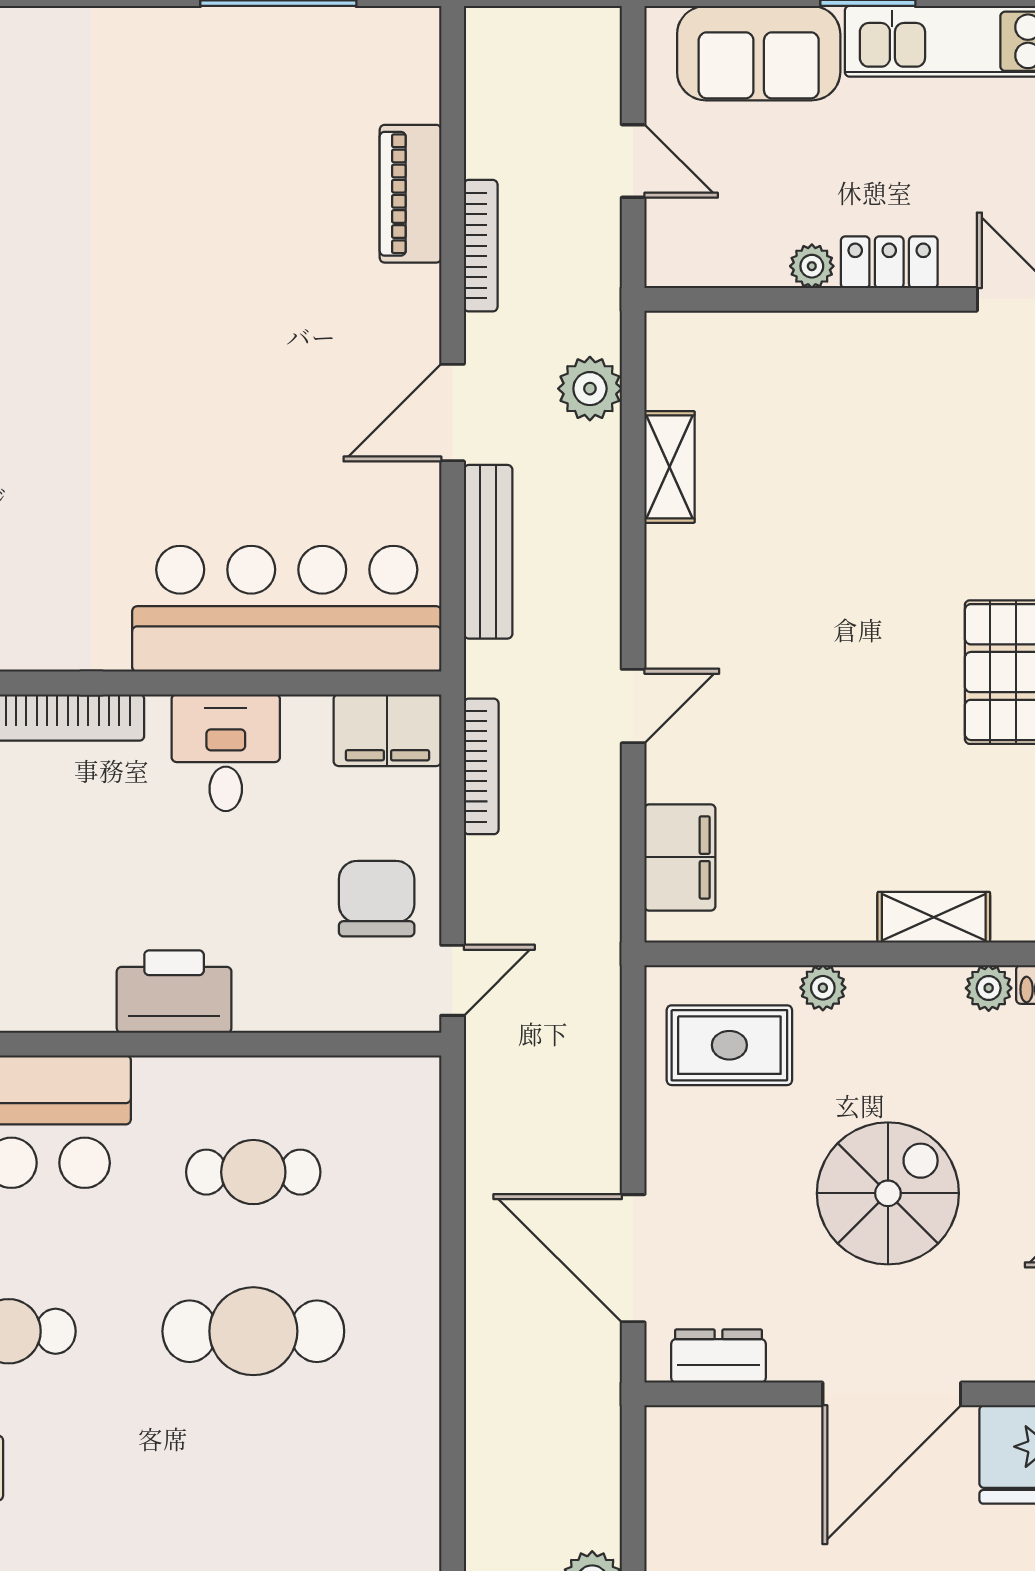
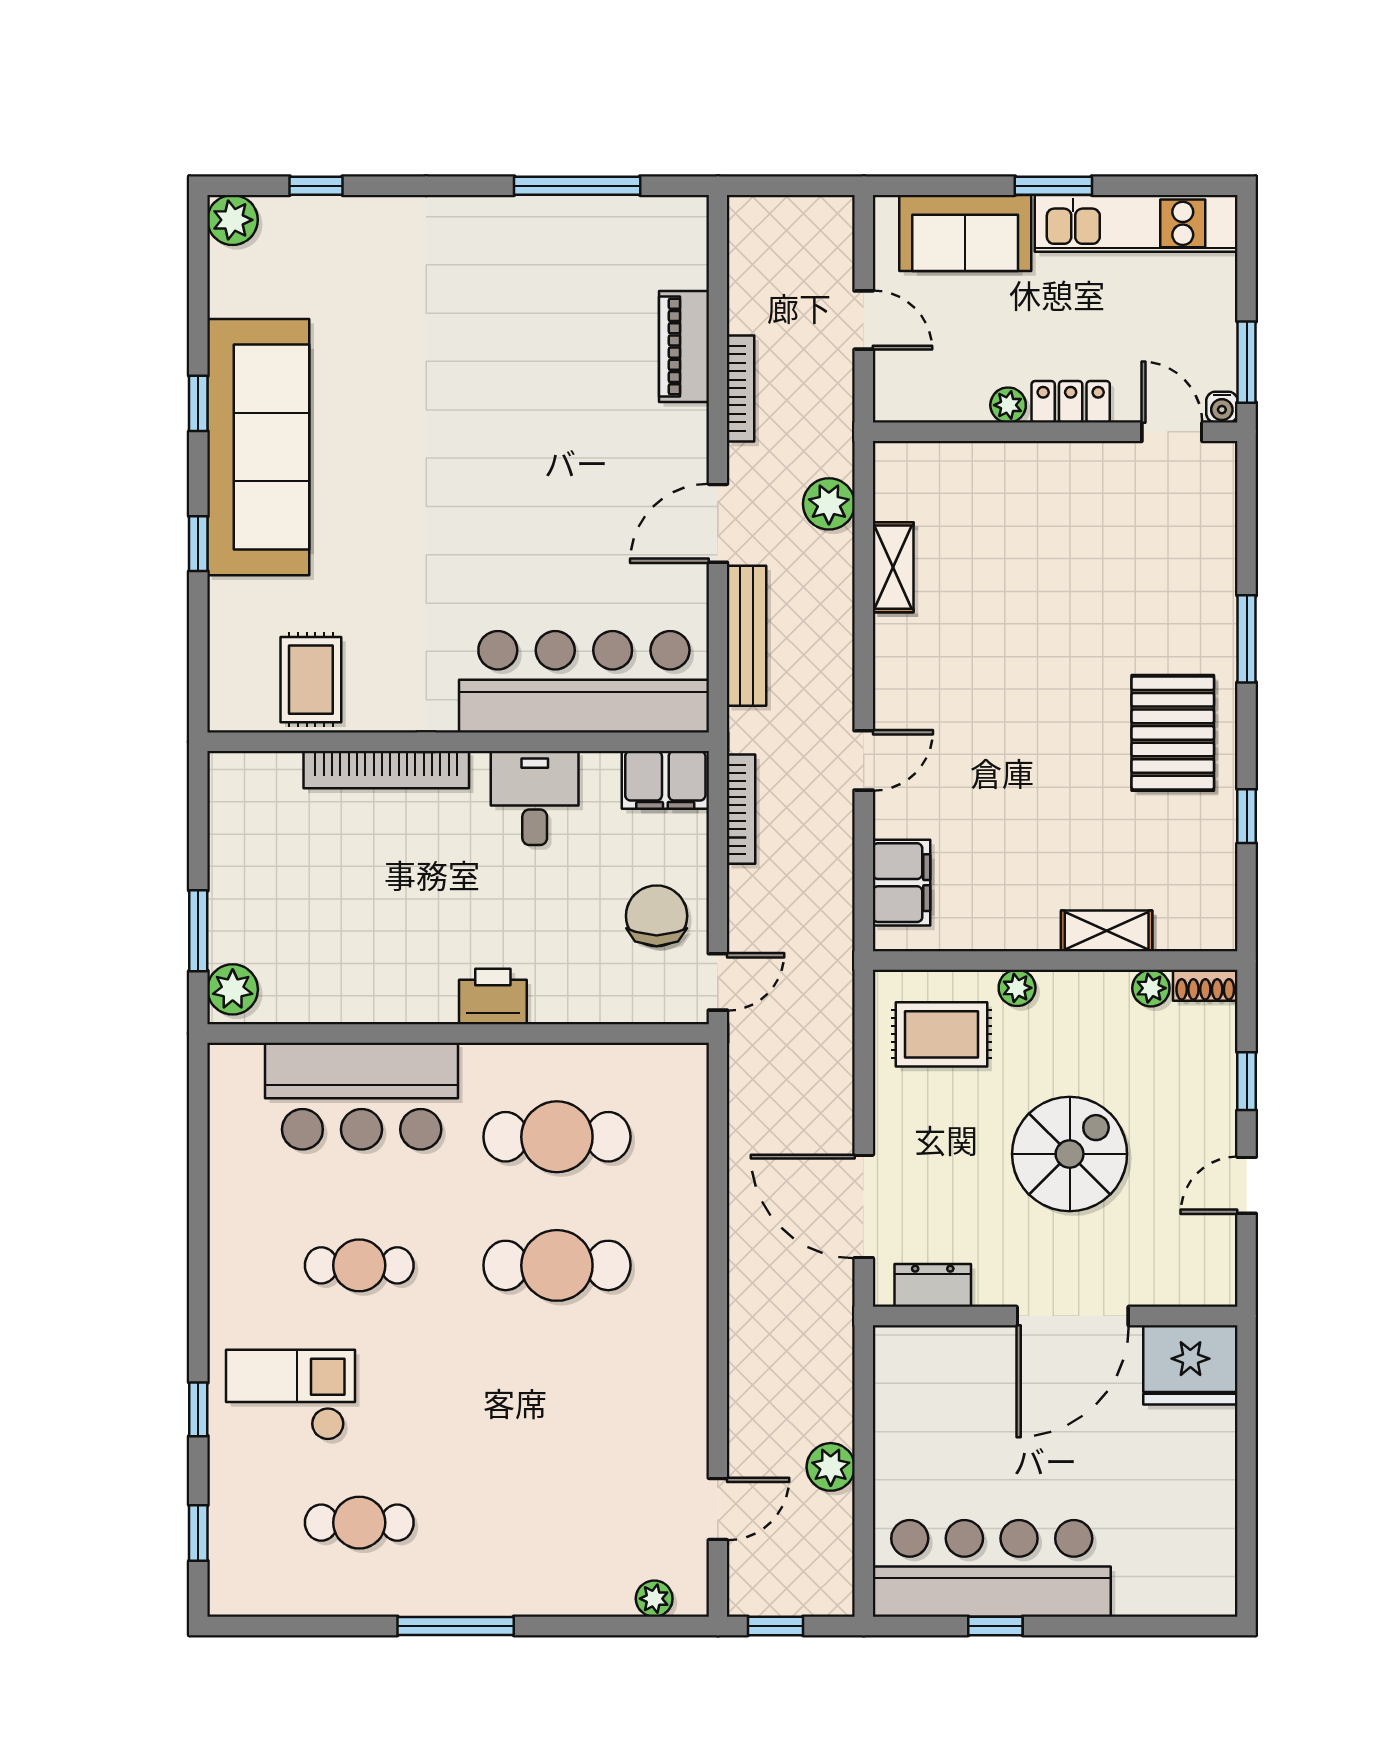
printer: (174, 992) -> (493, 996), width x0.73, depth x0.84
cafe table: (253, 1172) -> (557, 1137), width x1.37, depth x1.35

